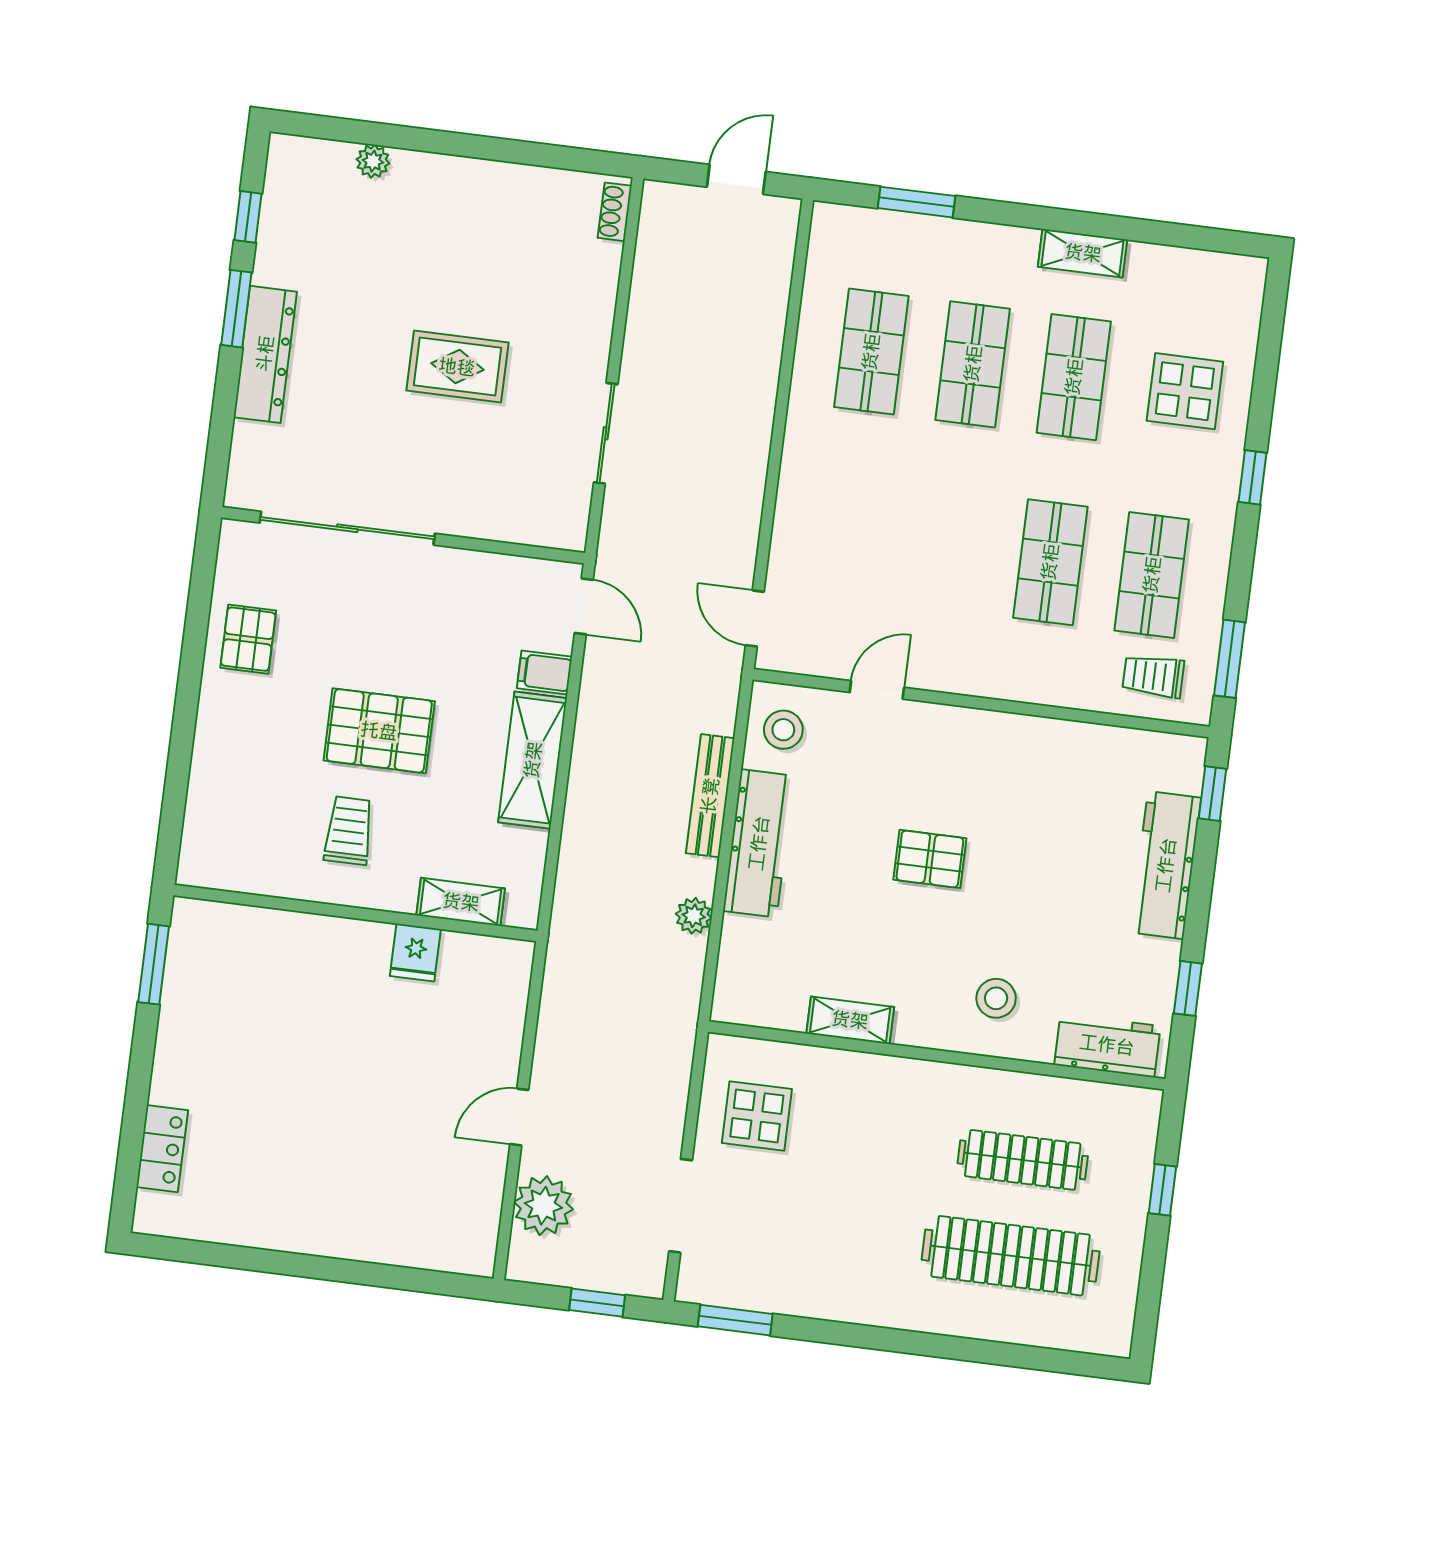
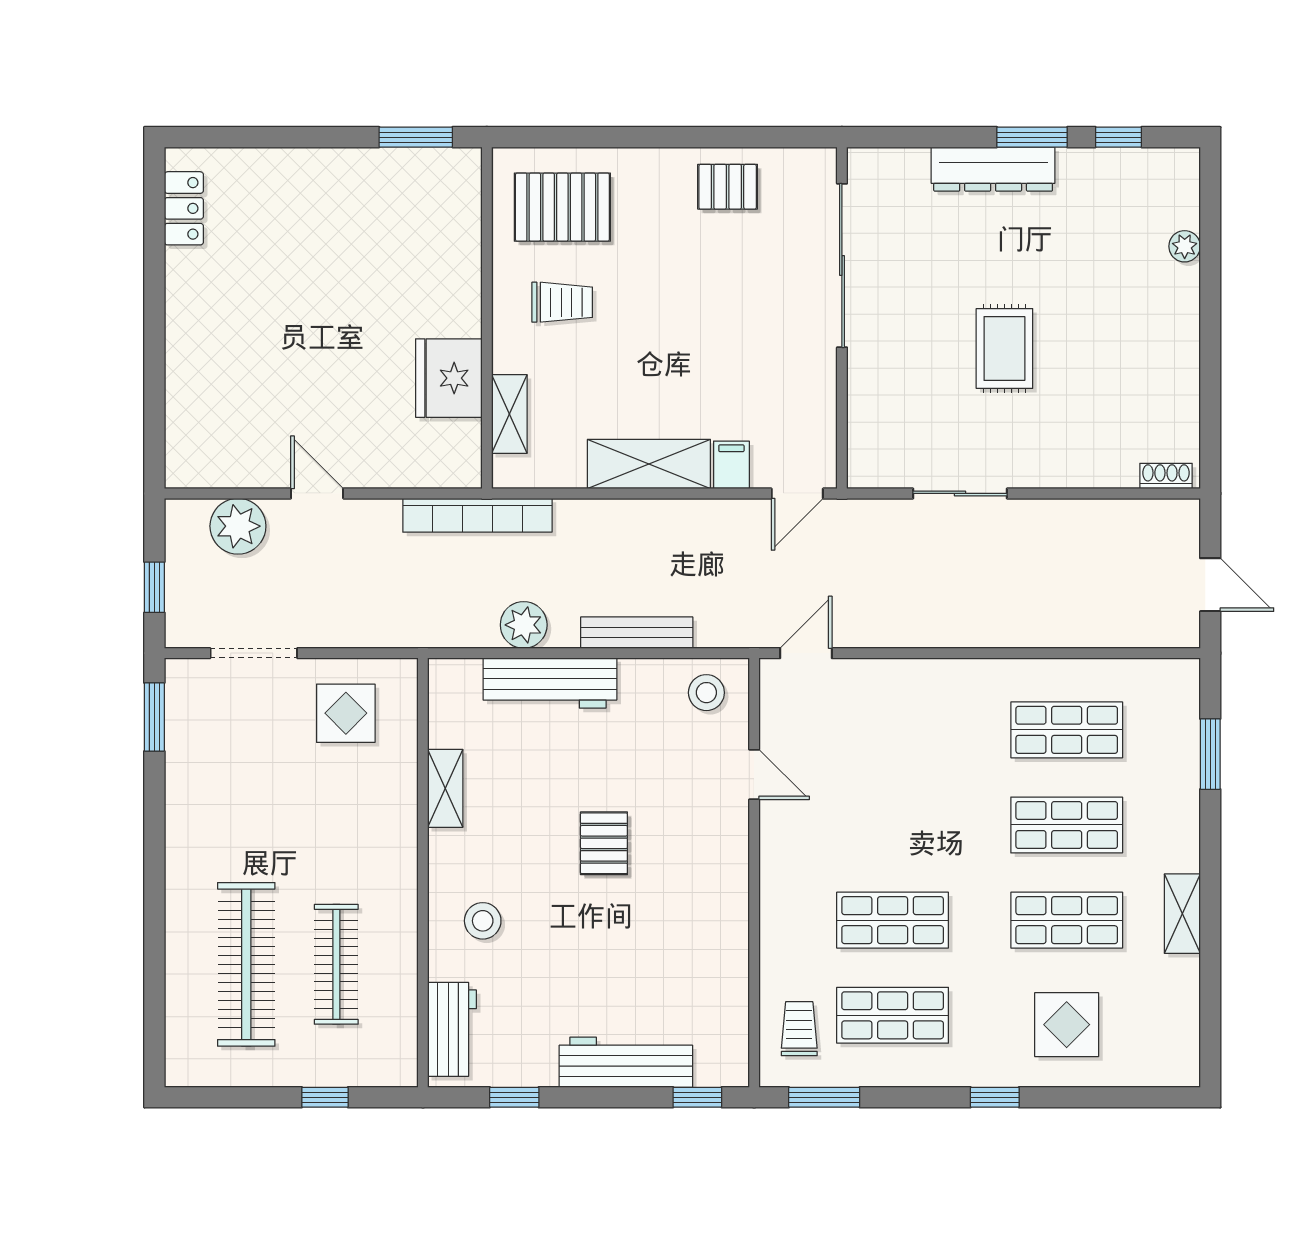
pallet: (379, 731) -> (562, 207), moved, turned 90
workbench: (759, 843) -> (550, 683), moved
plant: (694, 916) -> (524, 625), width x1.38, depth x1.38
bookcase: (564, 949) -> (477, 515), added
fridge: (415, 952) -> (449, 378), width x1.88, depth x1.34
locker: (162, 1149) -> (184, 208), moved, turned -90

